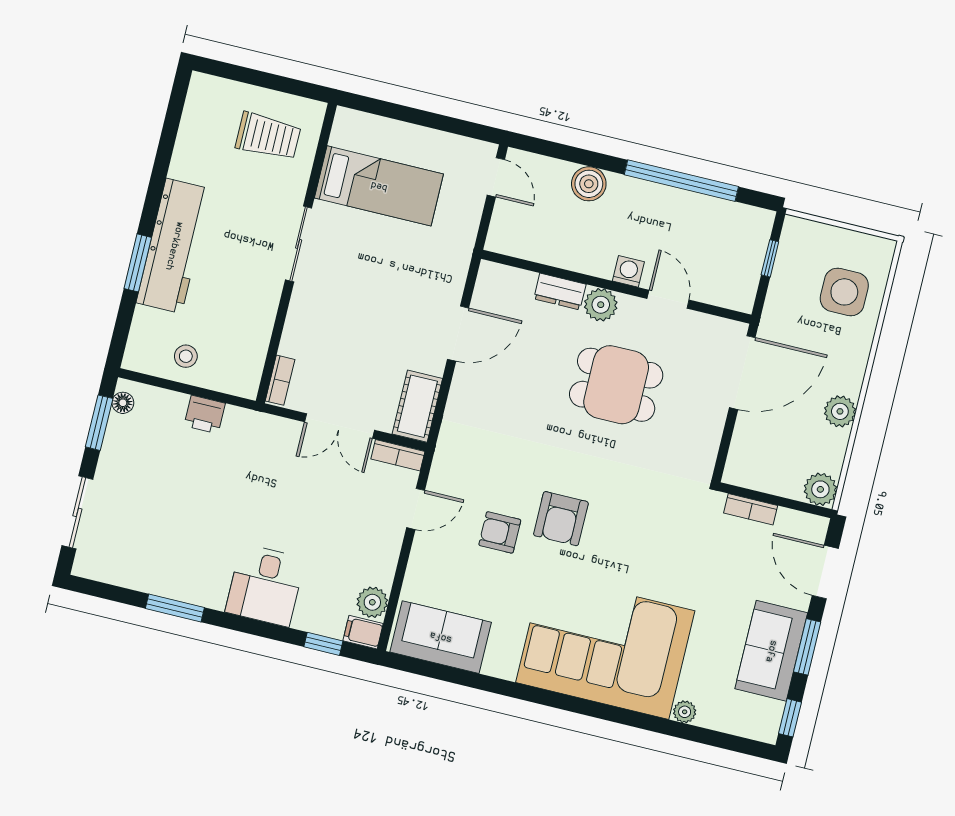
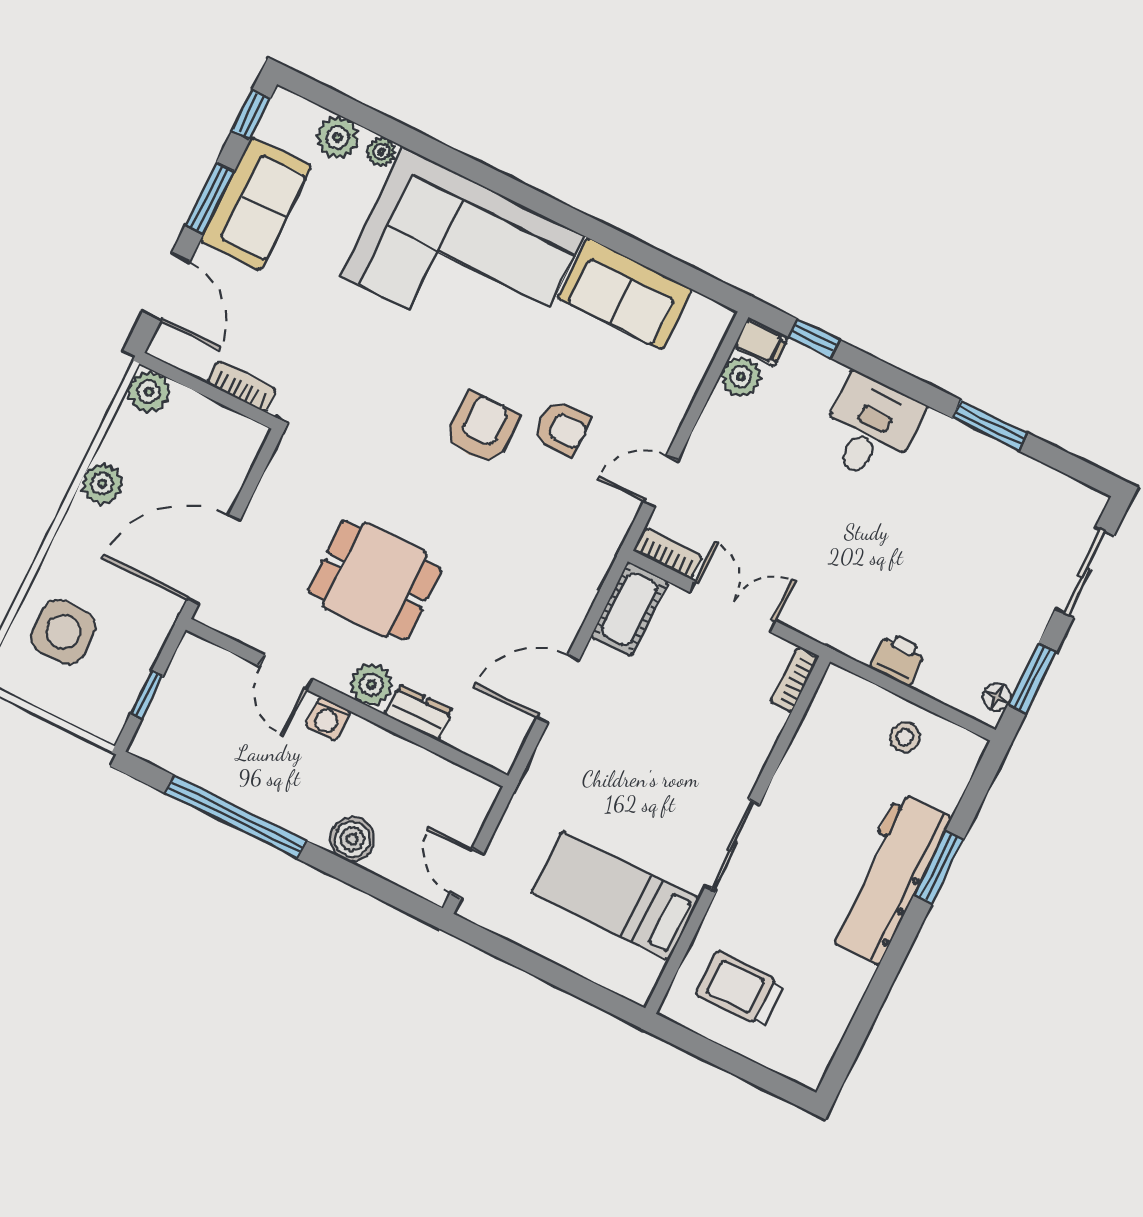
sofa: (441, 637) -> (625, 294), moved
plant: (720, 715) -> (338, 138), added

